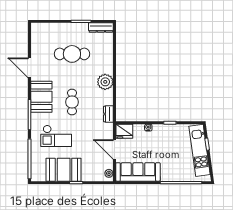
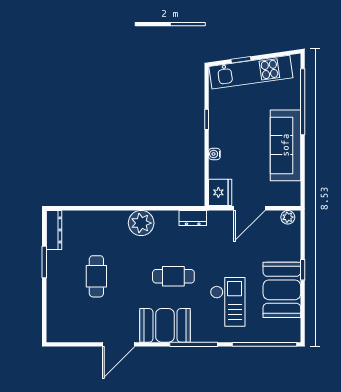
cafe table: (72, 54) -> (96, 276), width x0.73, depth x0.74
sofa: (138, 172) -> (285, 145), moved

